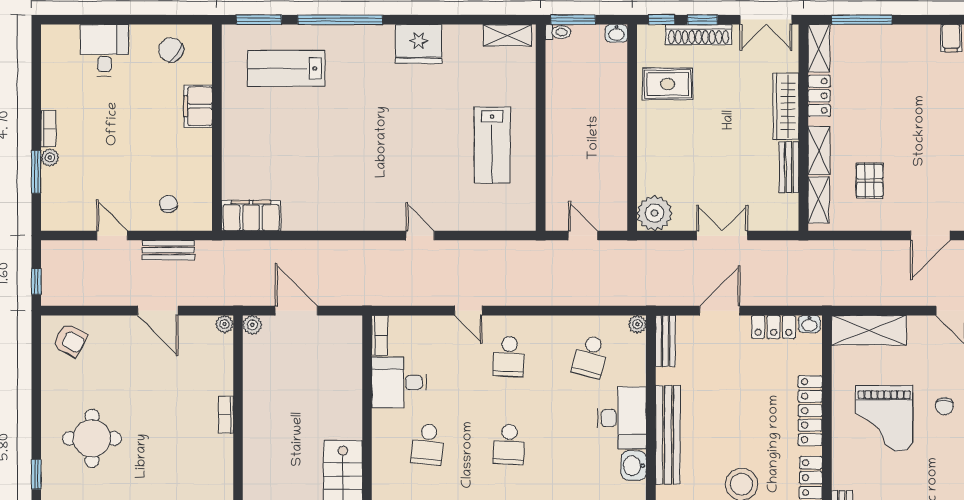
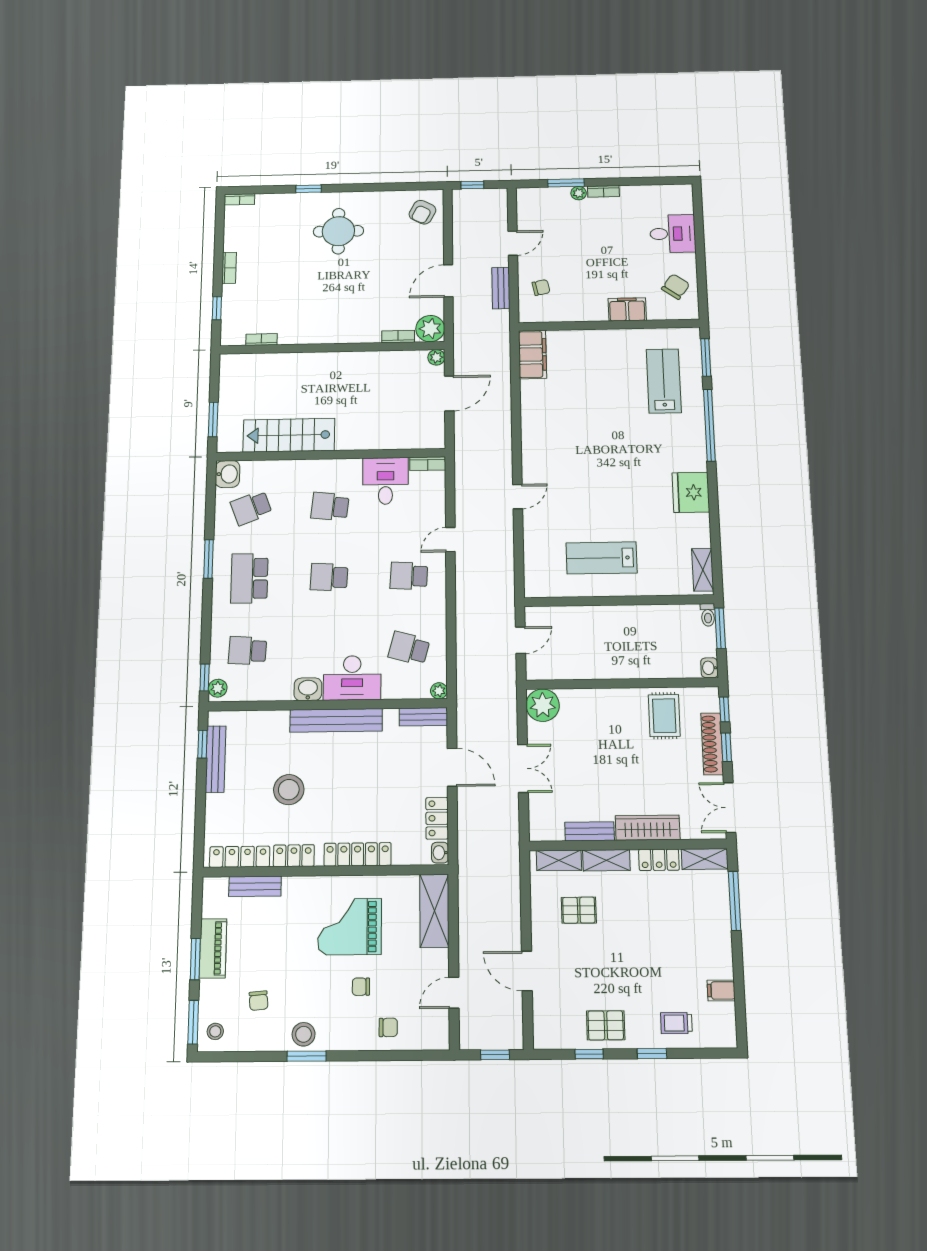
plant: (225, 324) -> (430, 329), width x1.88, depth x1.88
bookcase: (226, 415) -> (398, 337), moved

